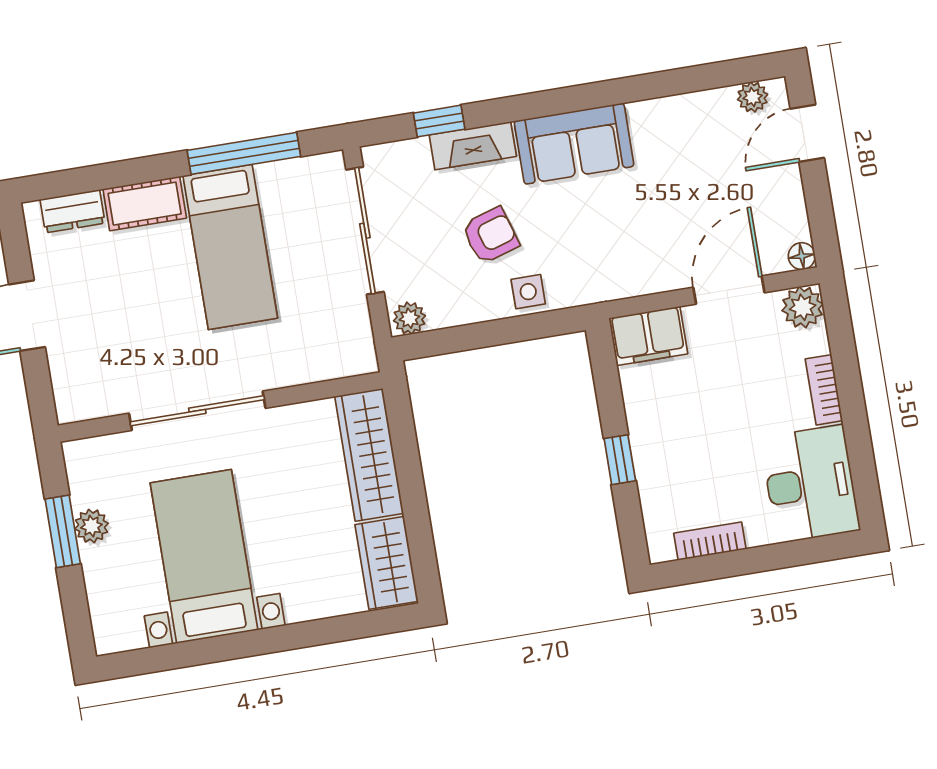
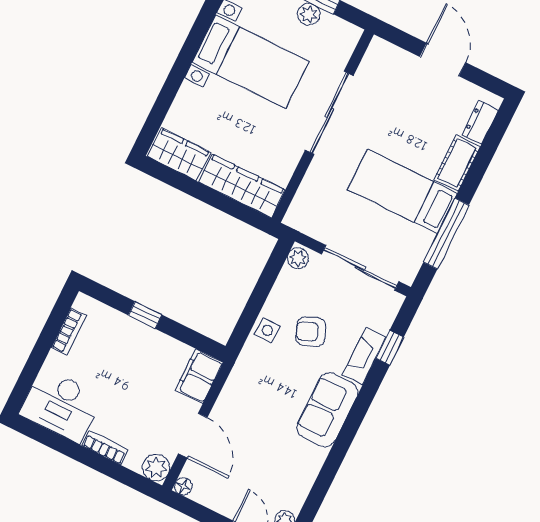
armchair: (490, 235) -> (311, 332), turned 86

